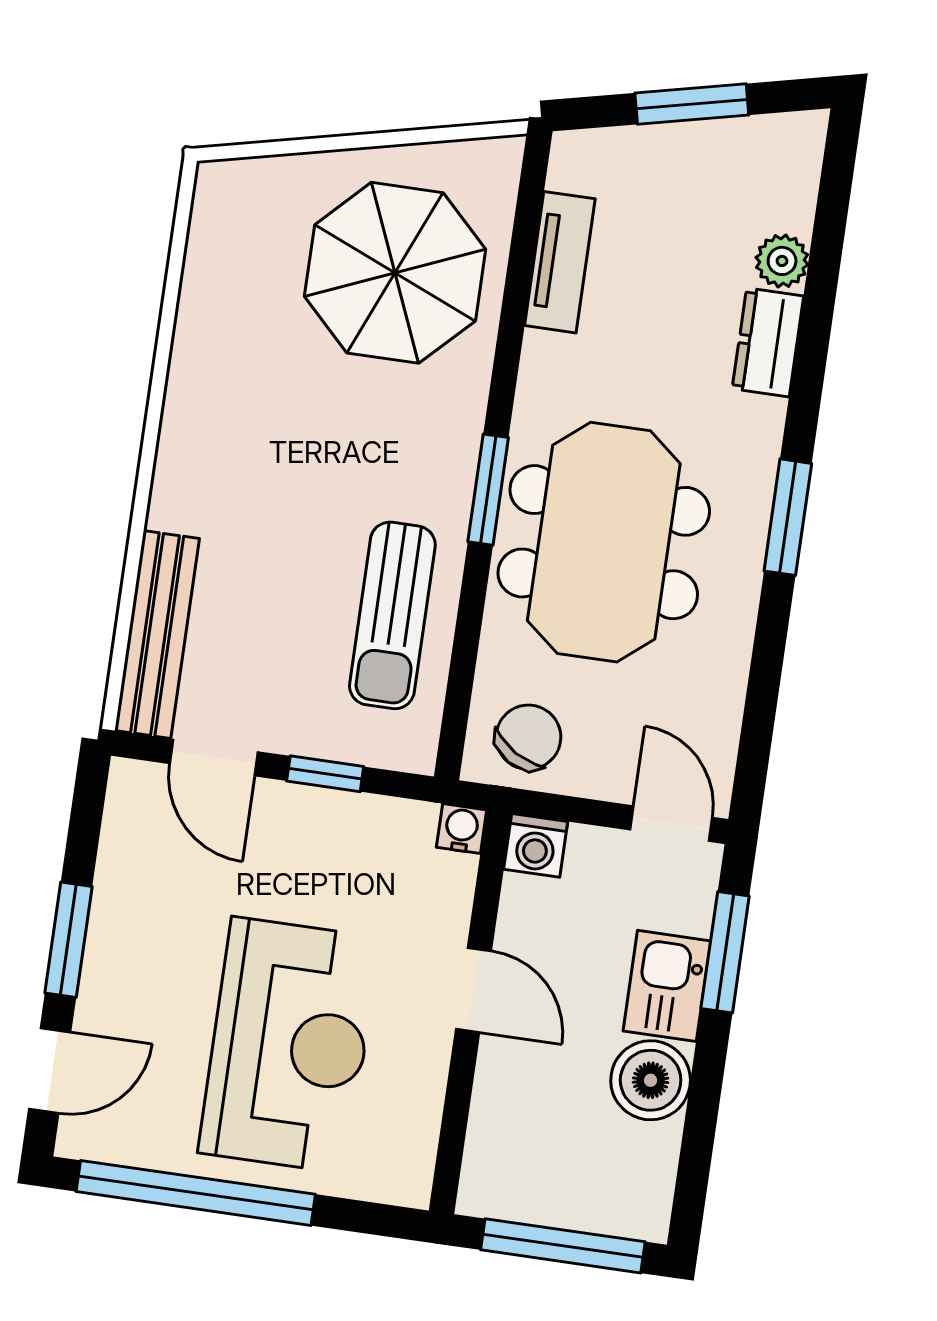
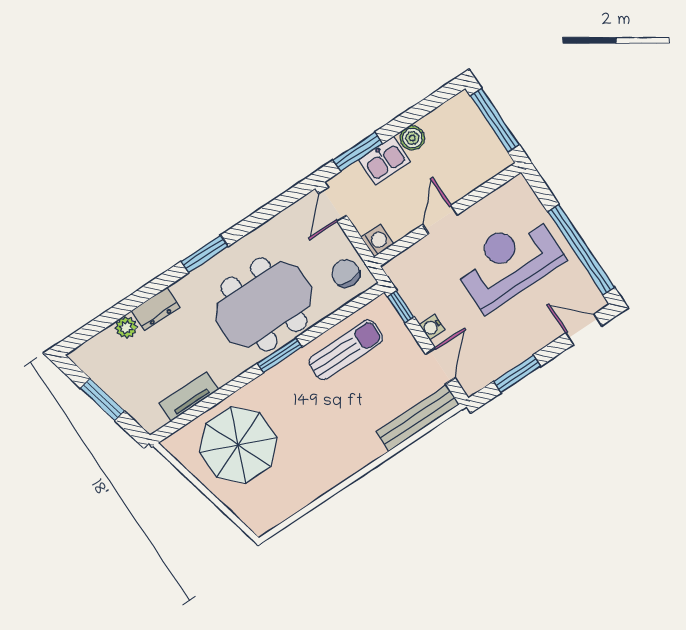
chair: (528, 737) -> (346, 273), turned 59
window: (325, 774) -> (401, 307), moved
water cooler: (462, 829) -> (432, 327), moved
window: (68, 940) -> (517, 374), moved
boiler: (651, 1080) -> (412, 138), width x0.73, depth x0.73

